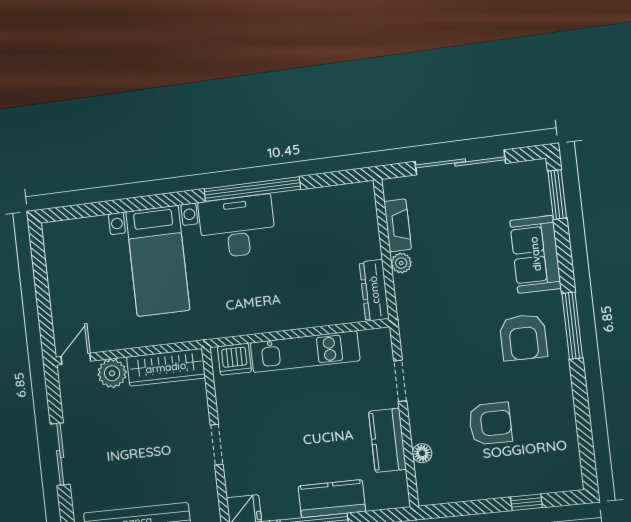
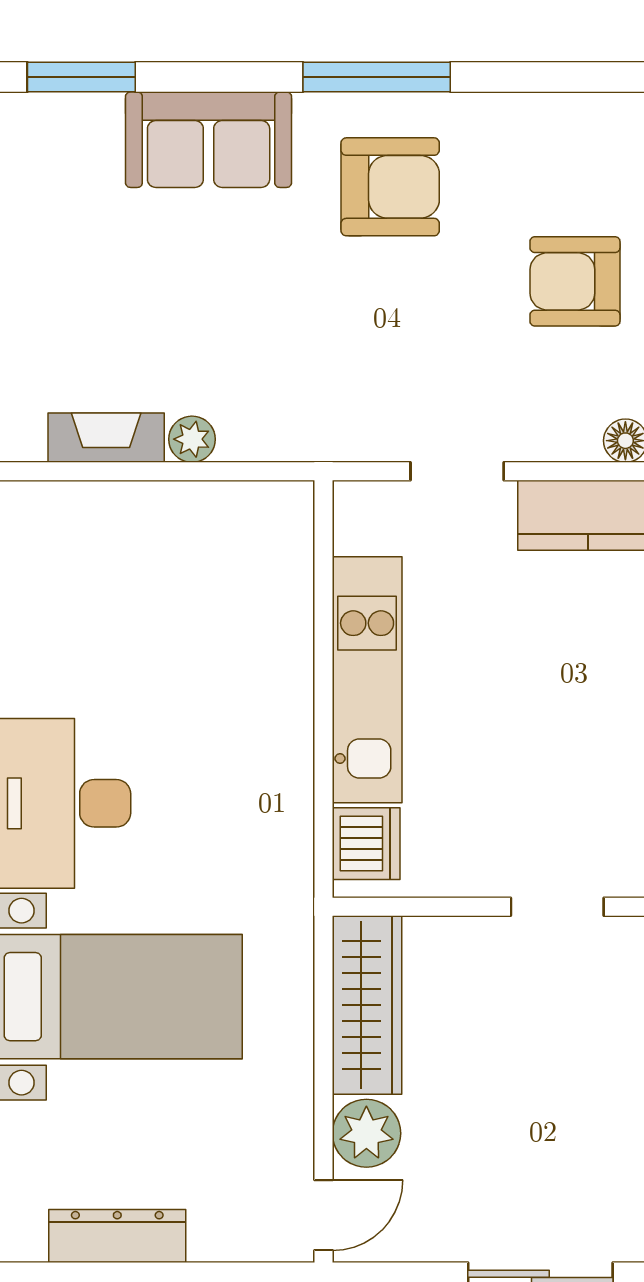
dresser: (374, 290) -> (117, 1236), moved, turned 180
door: (76, 359) -> (324, 1215), swing flipped
armchair: (490, 424) -> (575, 281), turned -90

